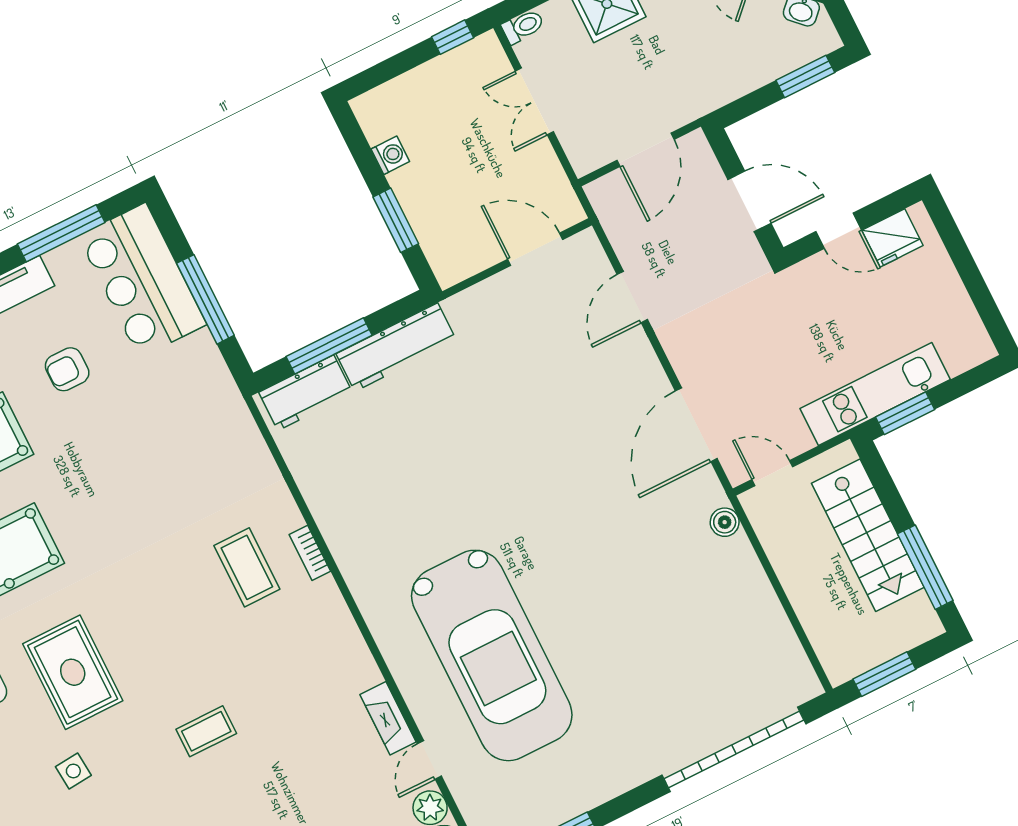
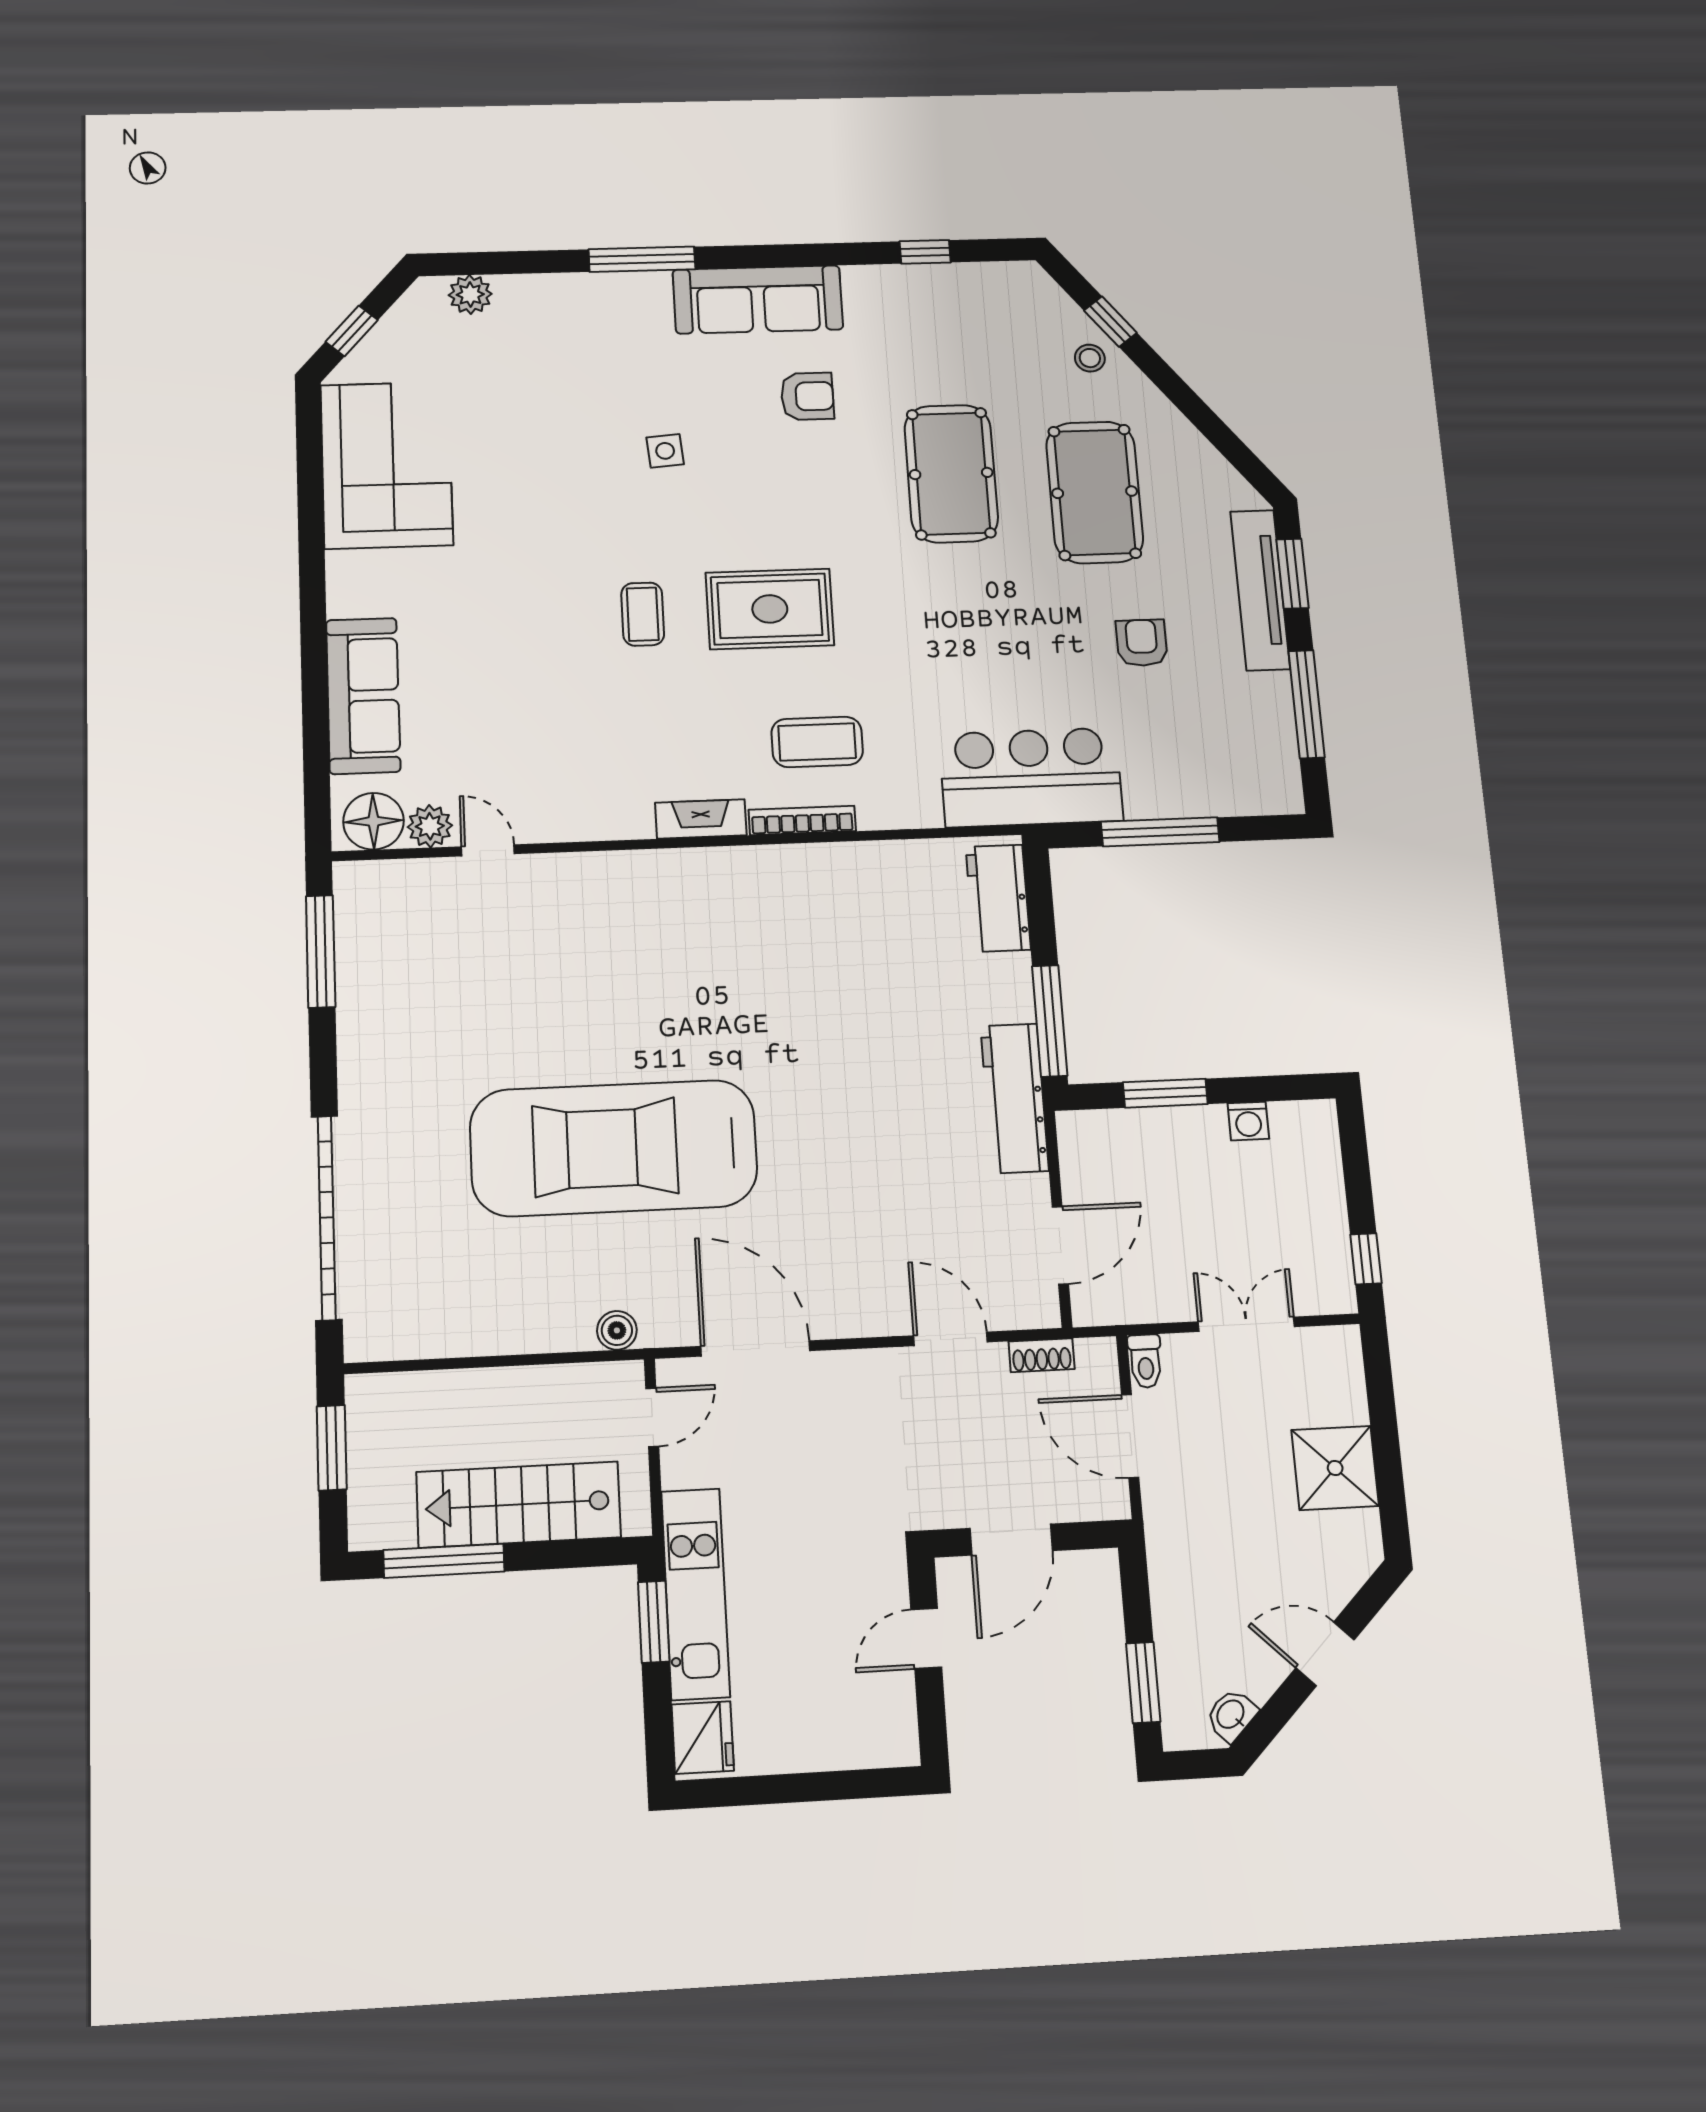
toilet: (523, 26) -> (1145, 1361), moved
shoe rack: (617, 231) -> (1042, 1355), added
fridge: (892, 238) -> (703, 1738), moved, turned 180
bar counter: (142, 280) -> (1031, 777), moved
window: (329, 346) -> (1050, 1021), moved
workbench: (396, 347) -> (1014, 1098), moved
bookcase: (310, 553) -> (802, 820), width x1.56
car: (492, 655) -> (614, 1148), moved
rug: (73, 672) -> (770, 609), moved
fireplace: (388, 718) -> (701, 819), moved

